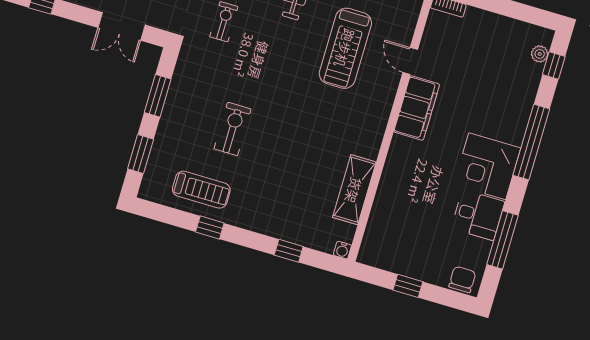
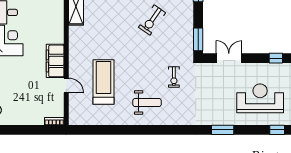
window: (158, 96) -> (198, 39), moved
exercise bike: (233, 129) -> (152, 20), turned 35

